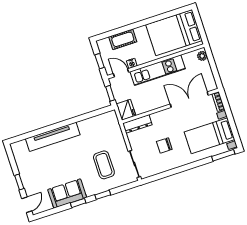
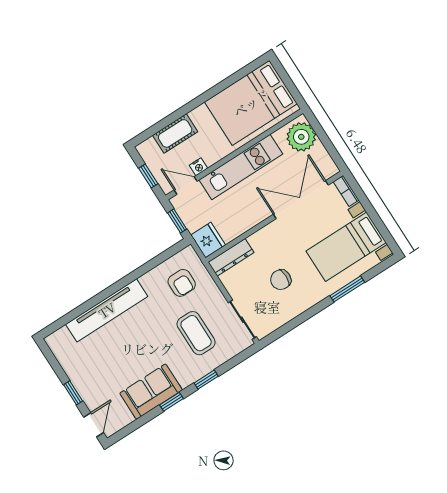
plant: (202, 56) -> (301, 137), width x1.87, depth x1.87
armchair: (103, 132) -> (182, 283), added
window: (223, 155) -> (347, 289), moved

